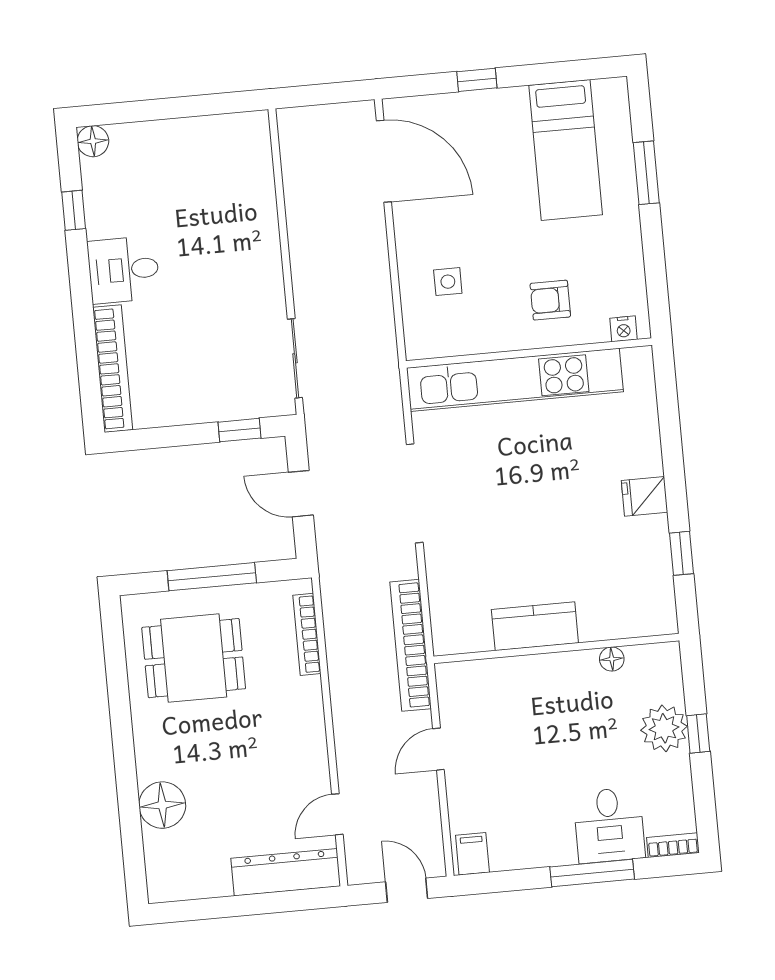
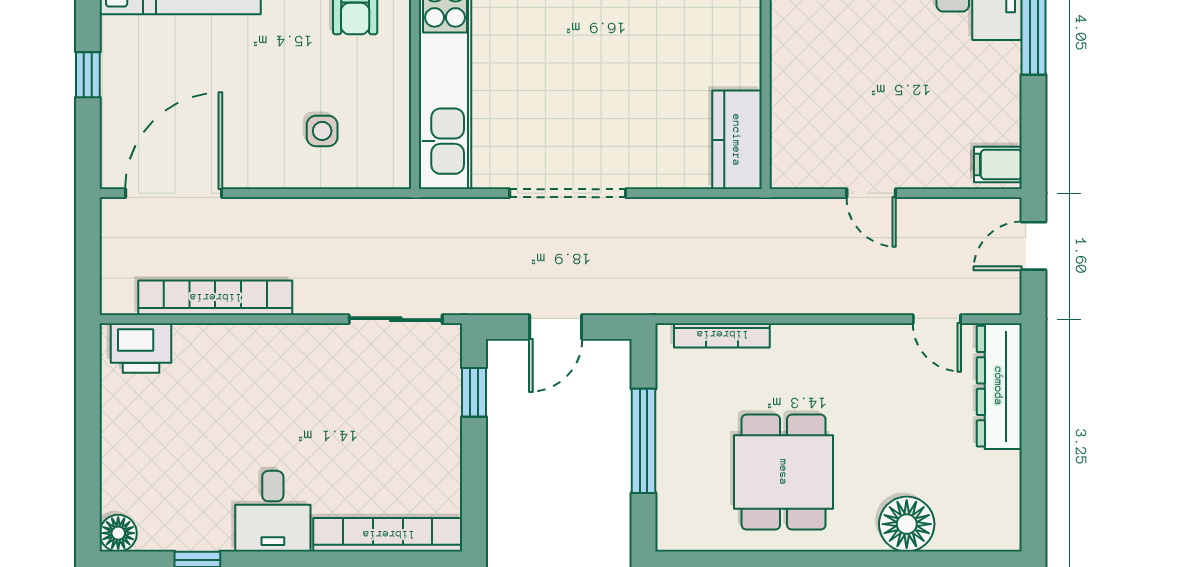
printer: (251, 146) -> (141, 348), added
kitchen counter: (535, 626) -> (737, 140), moved
bookcase: (411, 645) -> (215, 298), moved, turned 180
dining table: (194, 658) -> (784, 472), moved

